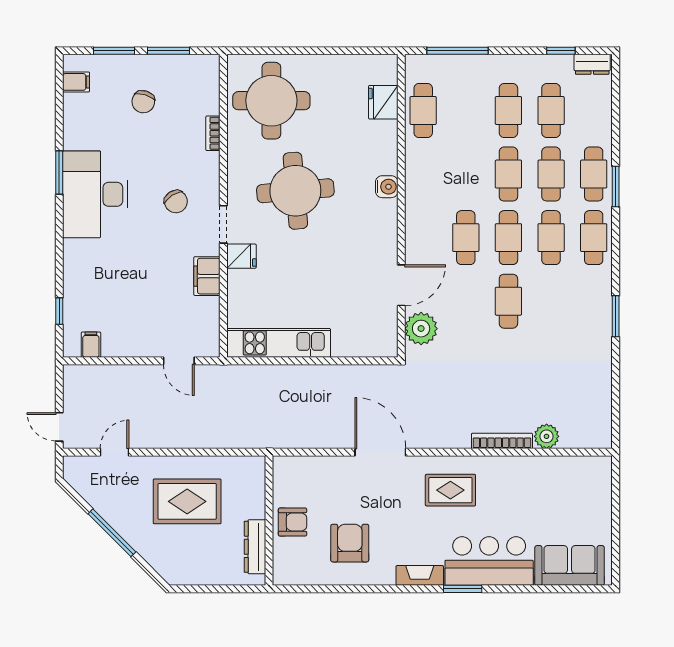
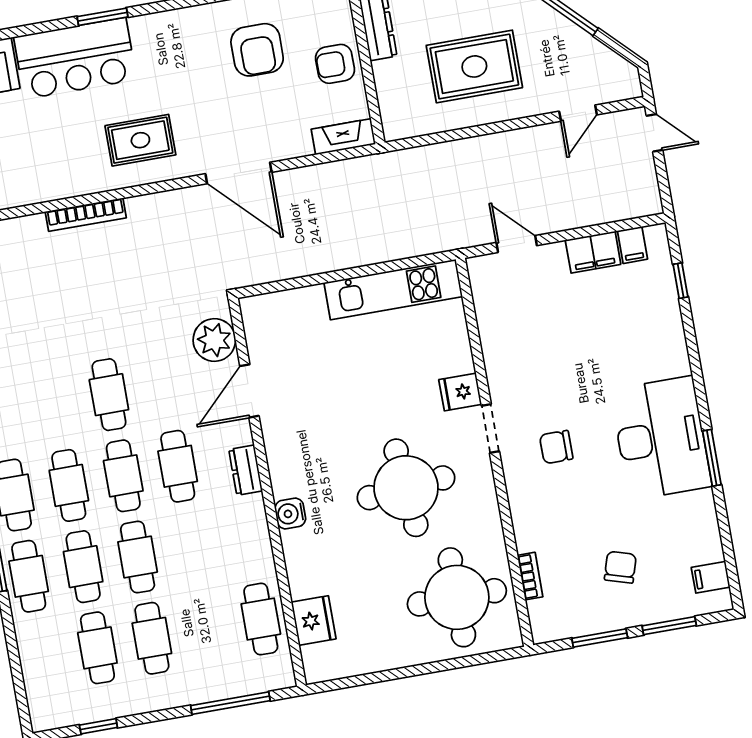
dresser: (592, 64) -> (246, 470), moved, turned -90
bookcase: (213, 133) -> (530, 576), moved
chair: (176, 202) -> (556, 447), turned -57
filing cabinet: (207, 276) -> (593, 252), moved, turned 90
plant: (547, 436) -> (30, 231), removed
fireplace: (420, 575) -> (343, 137), moved, turned 180

